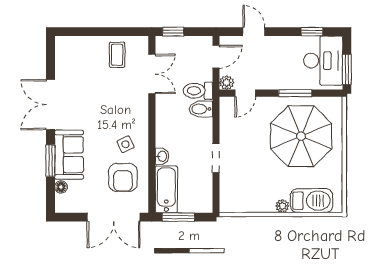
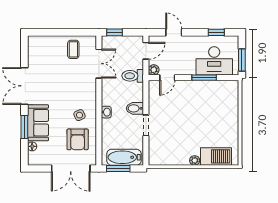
desk: (323, 61) -> (214, 61), moved, turned 90
bidet: (201, 109) -> (135, 108), moved
parasol: (301, 136) -> (208, 109), removed
washbasin: (162, 156) -> (106, 112), moved
bathtub: (166, 189) -> (124, 157), moved, turned -90

